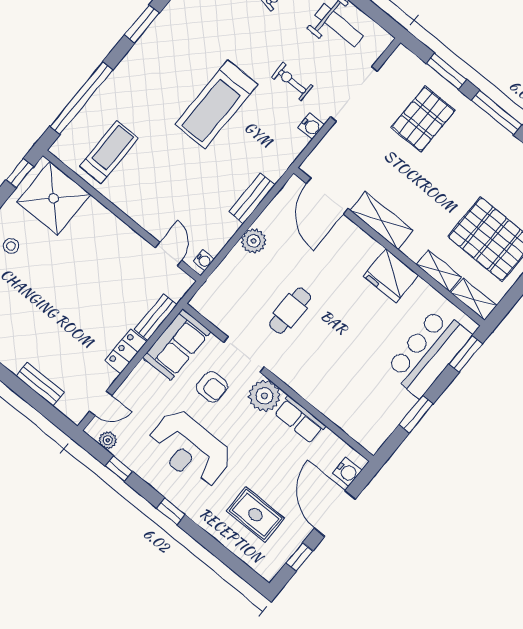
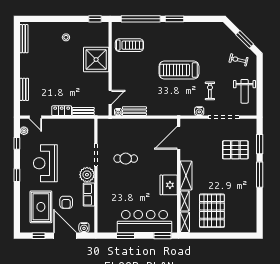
window: (142, 24) -> (175, 19), moved
shower: (54, 198) -> (96, 60), moved
bench: (252, 198) -> (134, 111), moved
shelving: (381, 220) -> (186, 175), moved
plant: (254, 241) -> (140, 124), removed
sofa: (177, 345) -> (79, 127), removed
bar counter: (428, 352) -> (144, 221), width x1.36
armchair: (212, 387) -> (66, 202), moved
door: (335, 514) -> (65, 236), hinge flipped
rug: (255, 515) -> (41, 207), width x1.36, depth x1.43

